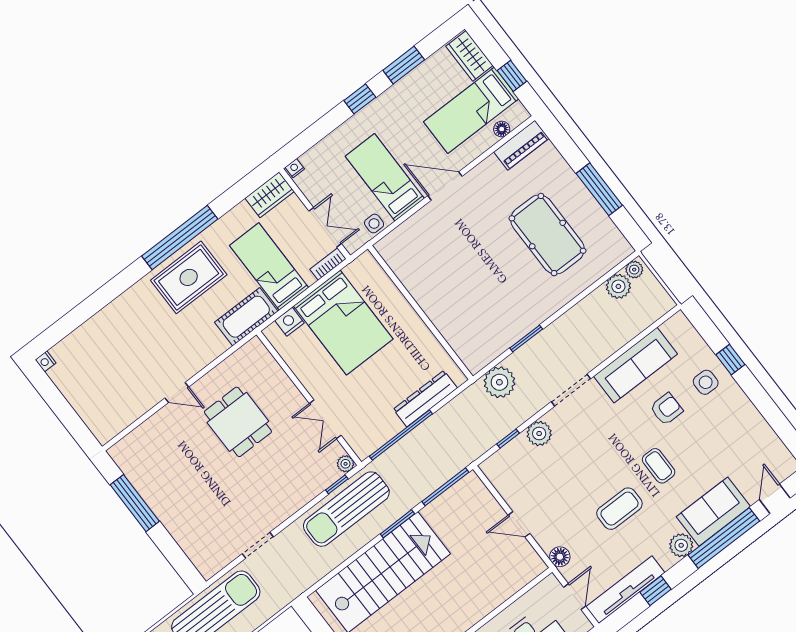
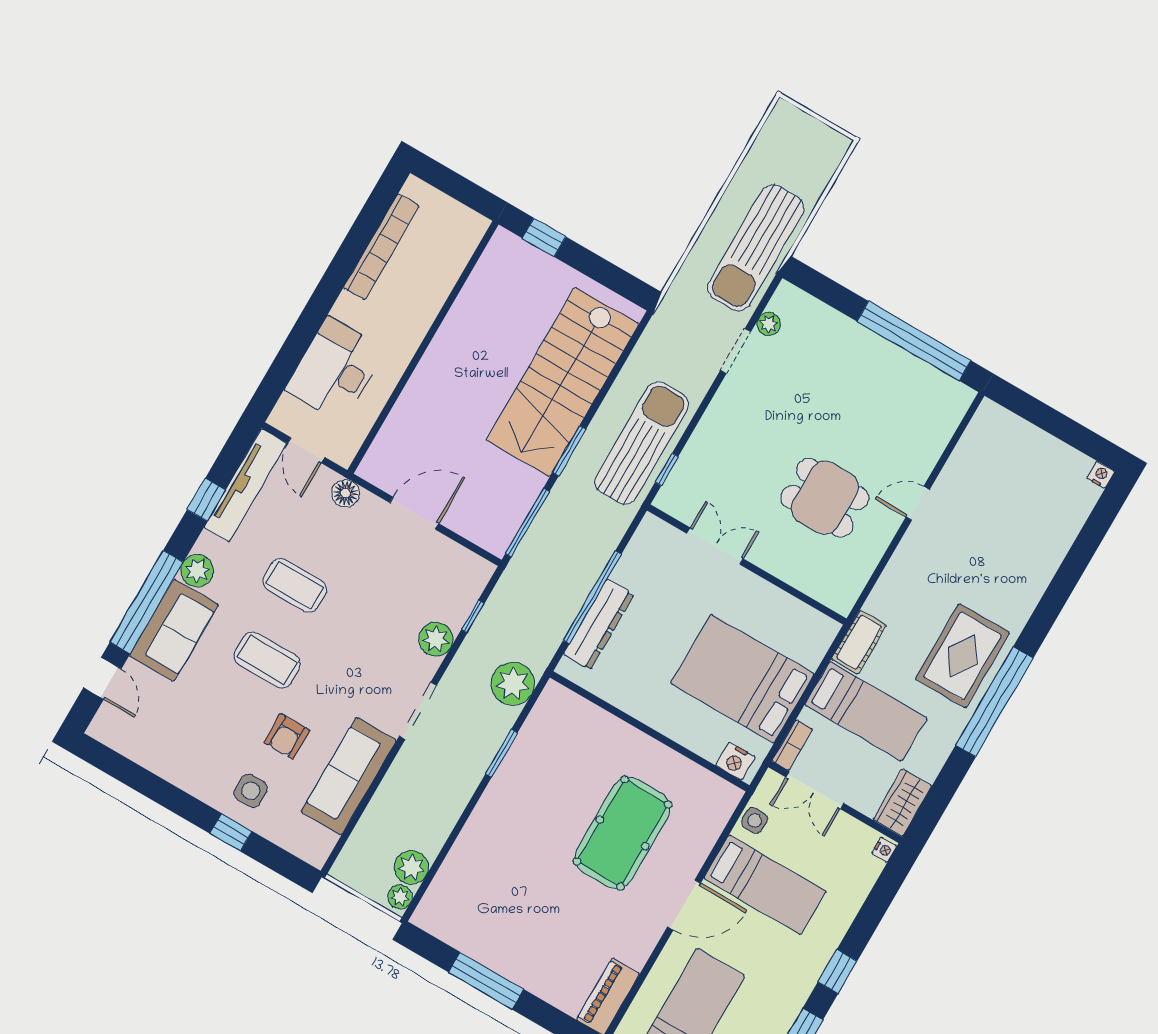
floor lamp: (502, 129) -> (641, 1007), removed
pool table: (547, 235) -> (623, 833), moved, turned 90
cot: (246, 317) -> (859, 642), width x0.73, depth x0.75
nightstand: (289, 322) -> (735, 761), moved, turned 90
window: (401, 435) -> (592, 597), moved
plant: (346, 464) -> (769, 324), moved
coffee table: (659, 466) -> (267, 660), width x1.36, depth x1.30
window: (135, 503) -> (914, 341), width x1.46
coffee table: (619, 509) -> (295, 585), turned 90
door: (519, 524) -> (414, 513), width x1.38

